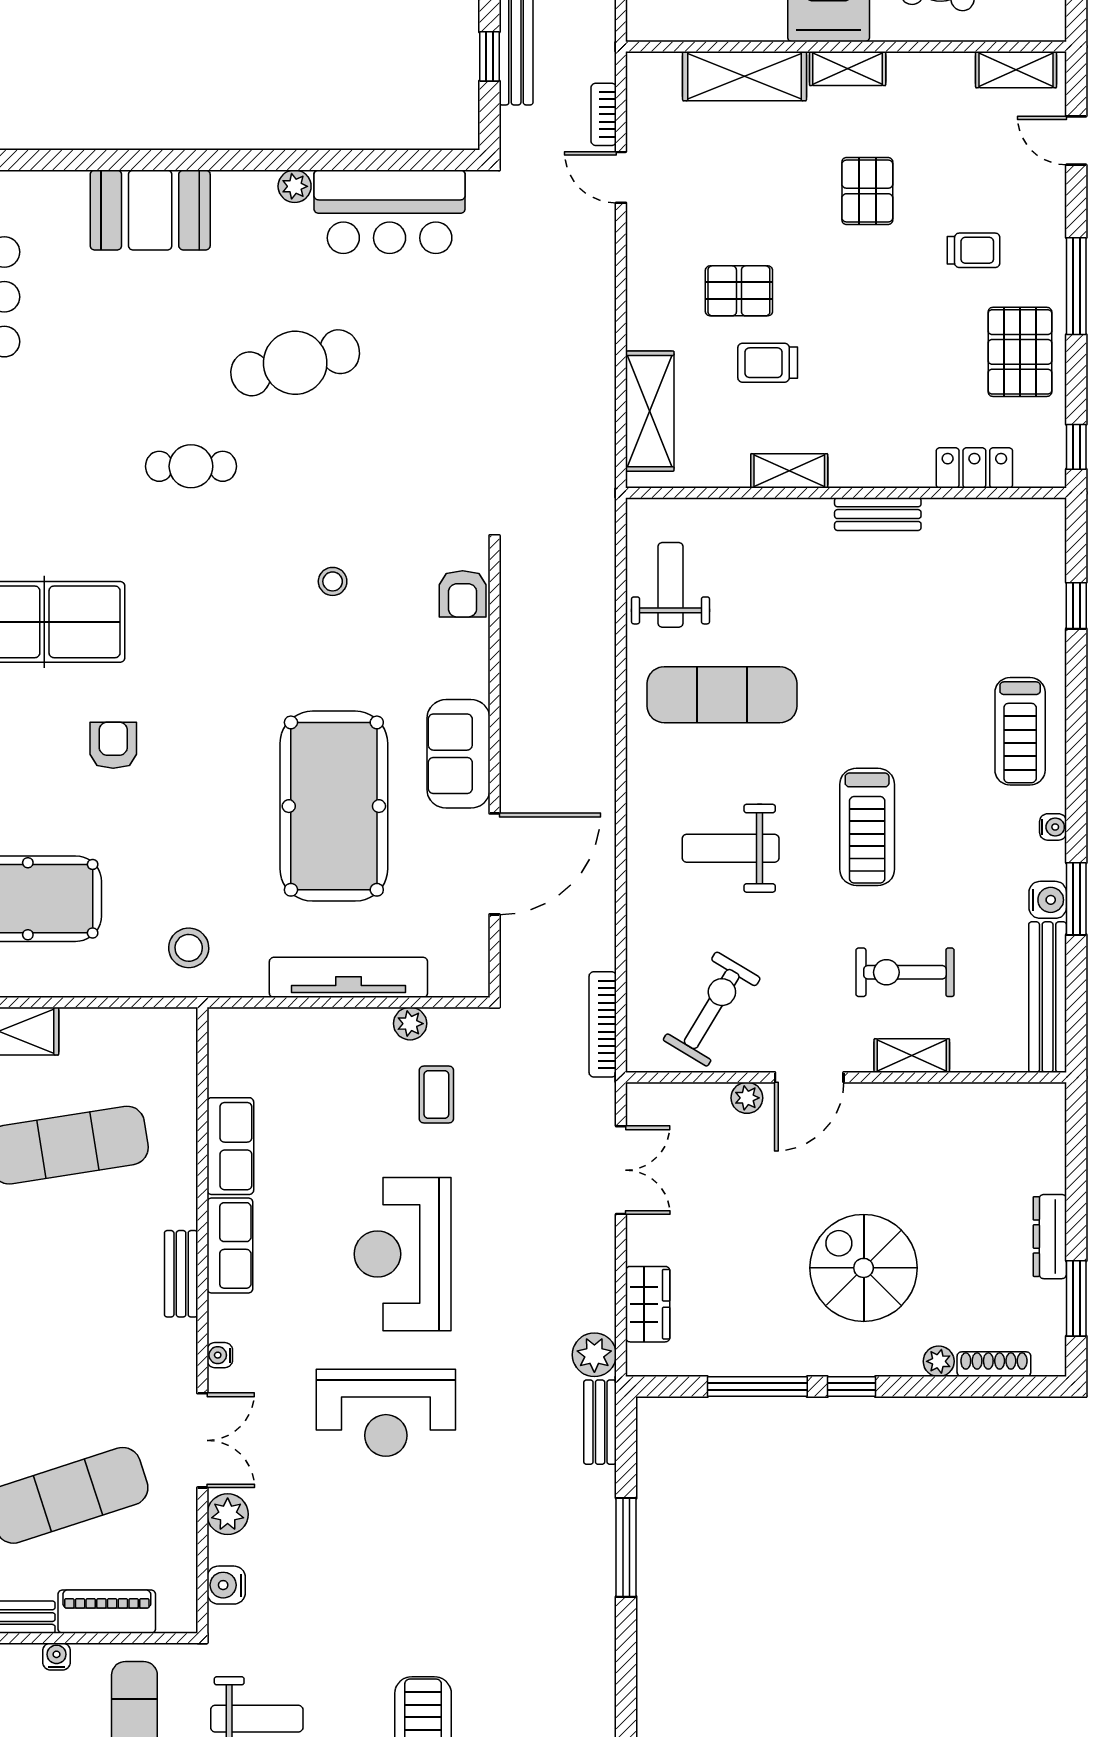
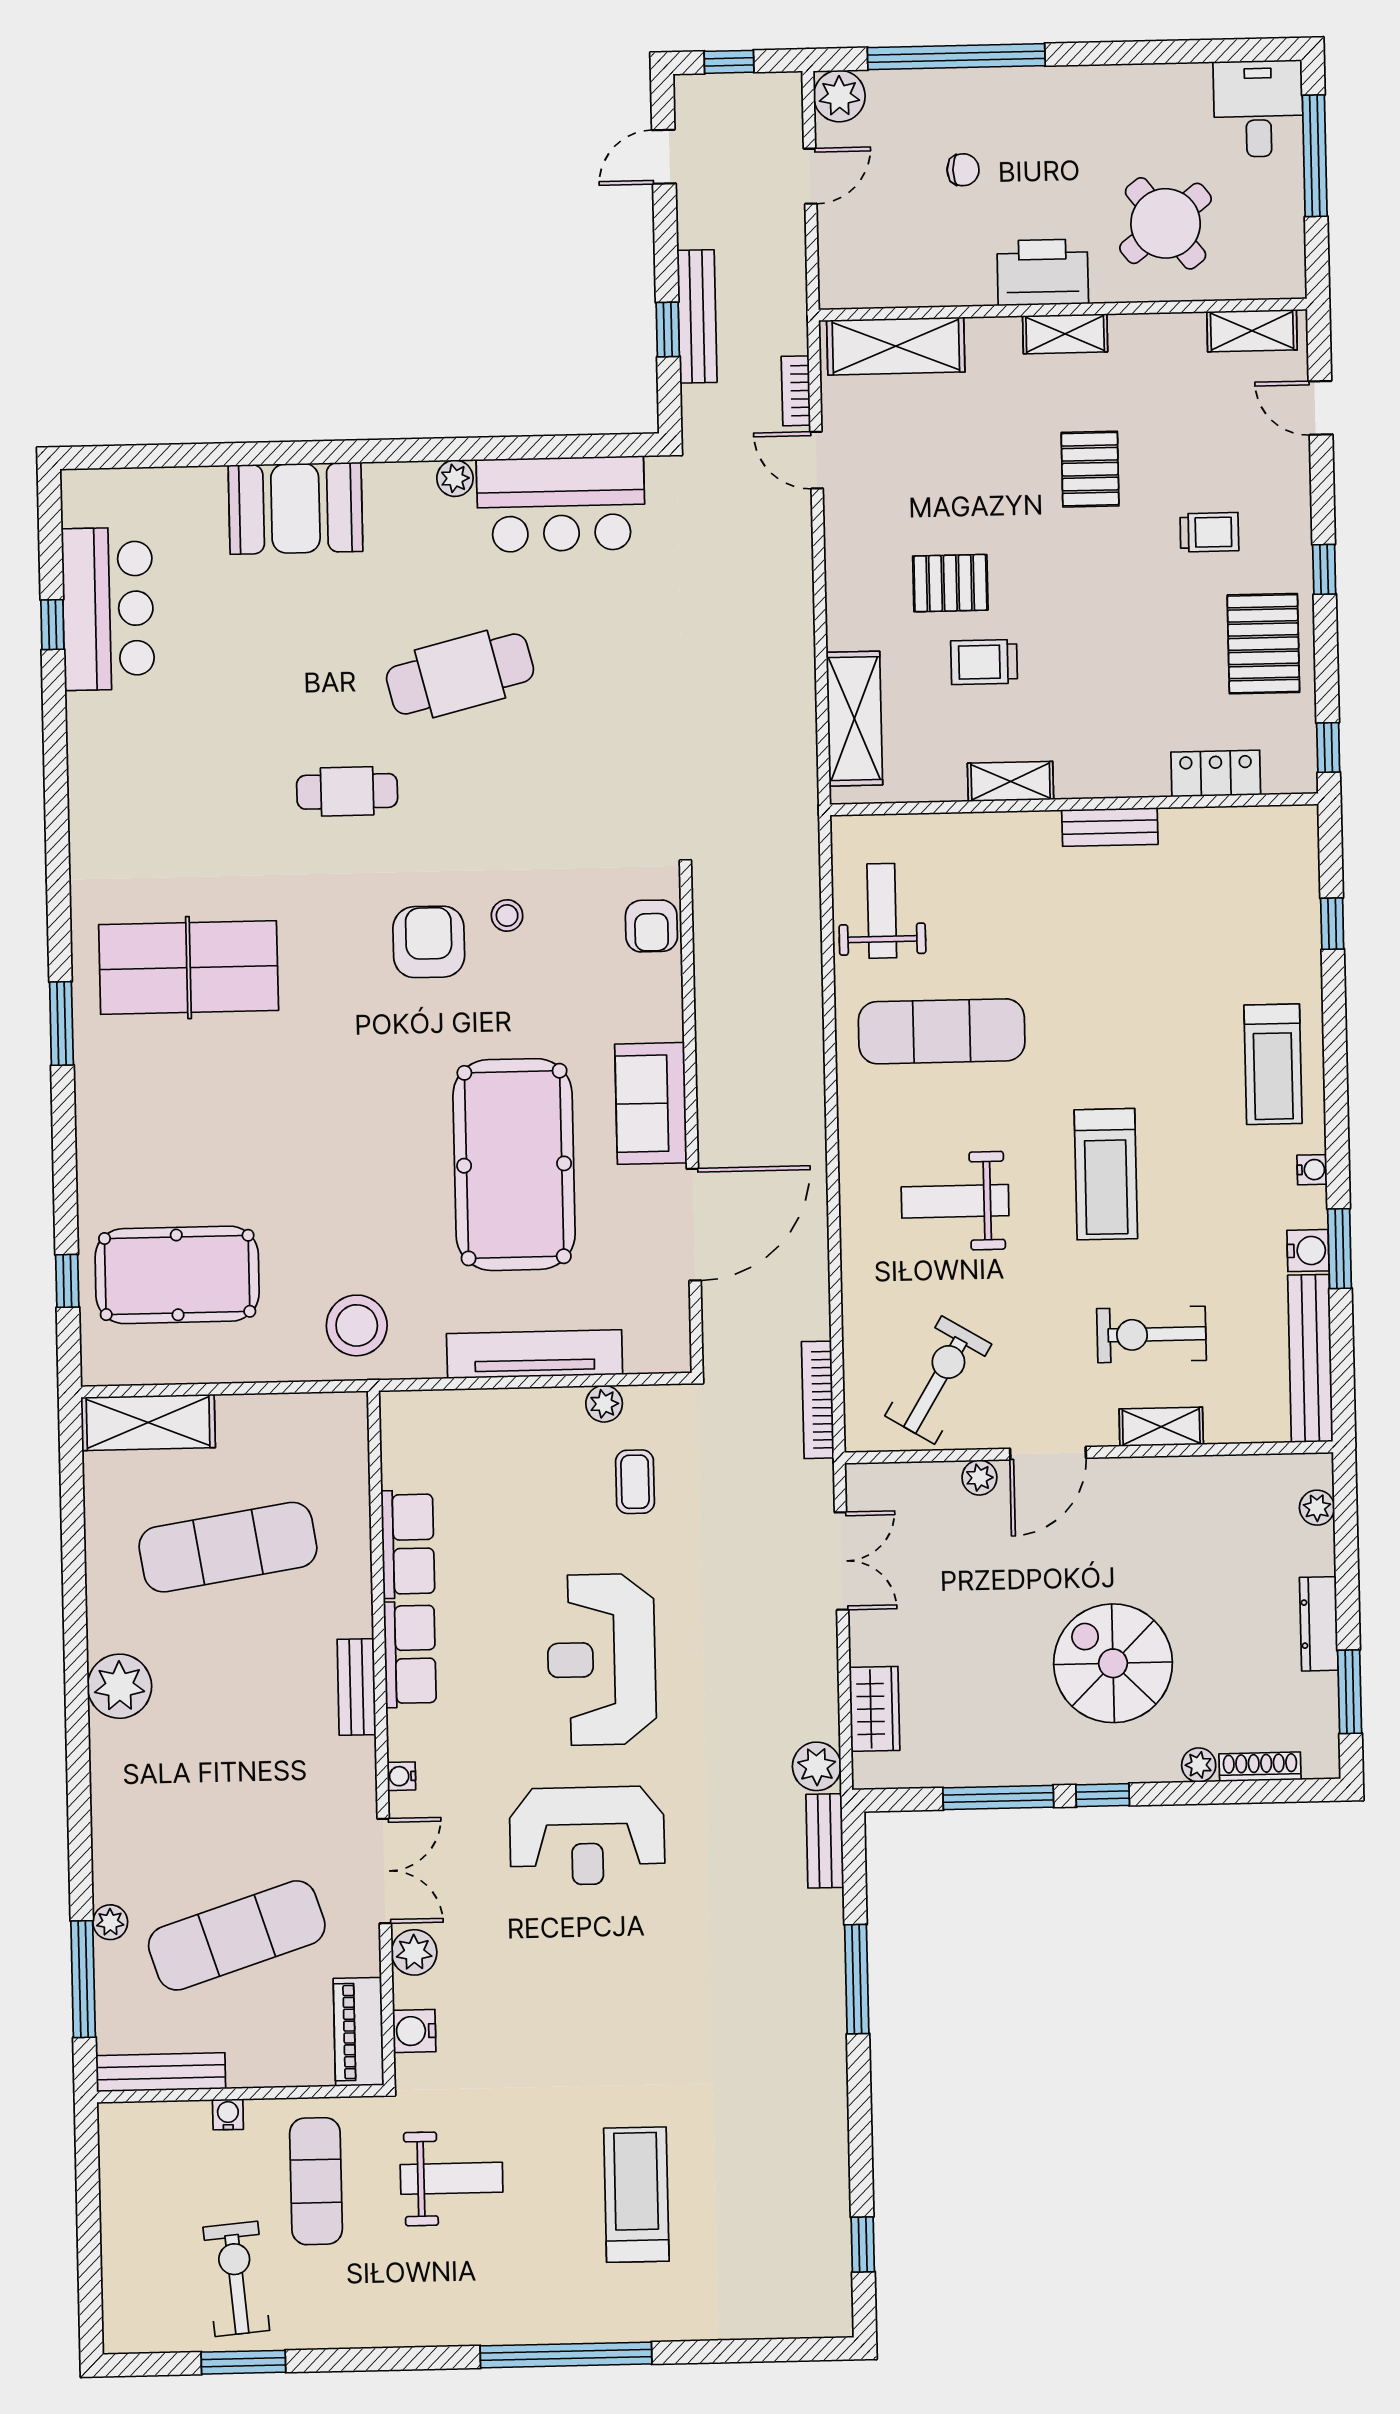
shelving: (745, 76) -> (896, 346), moved
window: (1076, 286) -> (1324, 569), width x0.46
armchair: (113, 745) -> (429, 942), moved, width x1.38, depth x1.38
stool: (189, 948) -> (357, 1325), width x1.38, depth x1.38
plant: (1051, 1132) -> (1317, 1508), added
piano: (107, 1612) -> (358, 2032), moved, turned -90

